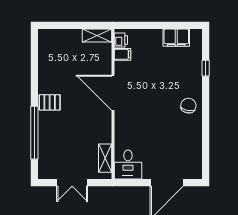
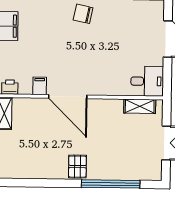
filing cabinet: (122, 54) -> (40, 86), moved
door: (113, 93) -> (68, 97), hinge flipped

